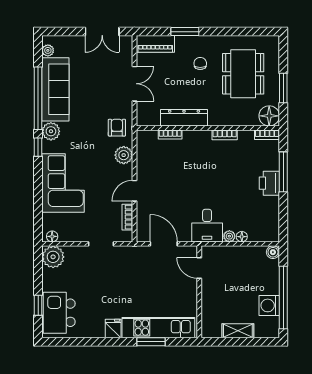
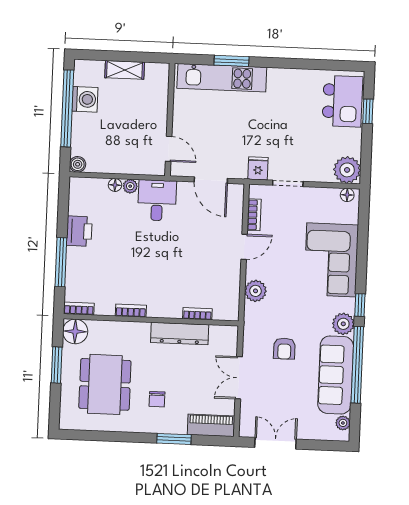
armchair: (117, 128) -> (284, 349), moved
printer: (269, 183) -> (79, 231), moved
fridge: (113, 329) -> (258, 168), moved, turned 180

